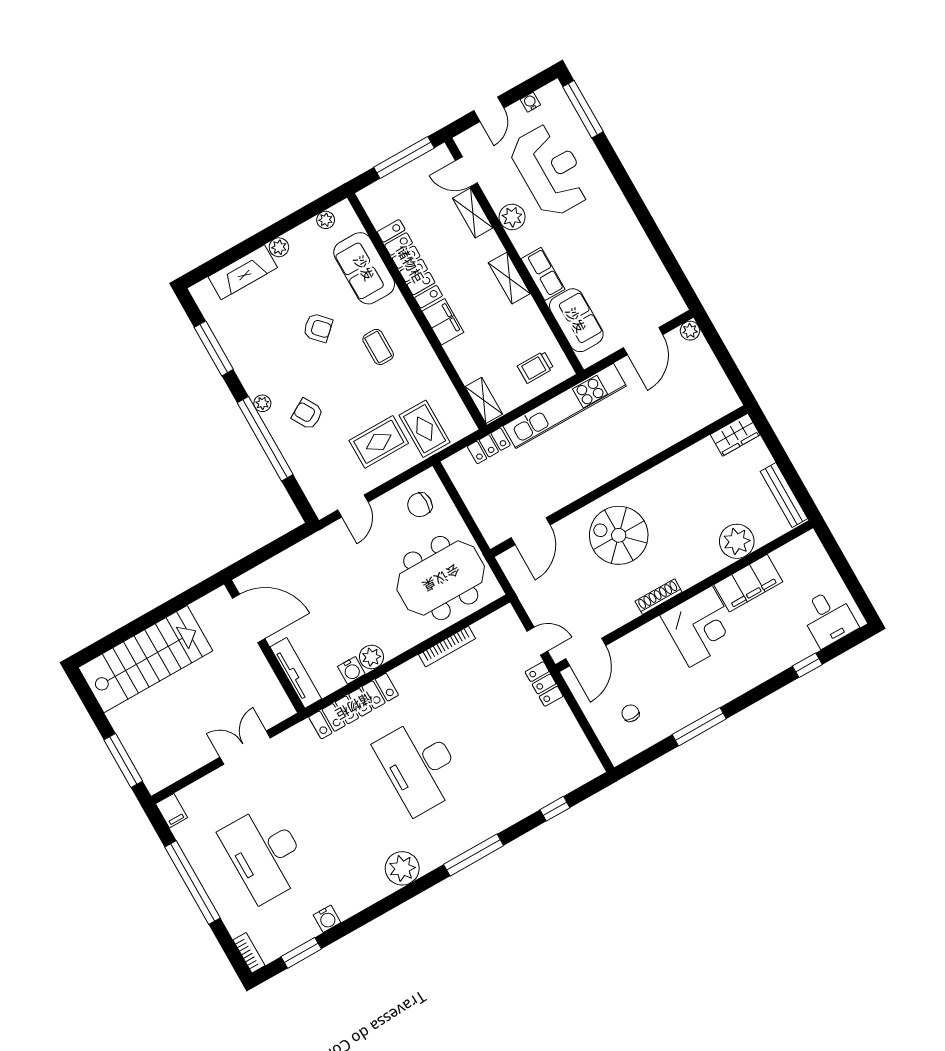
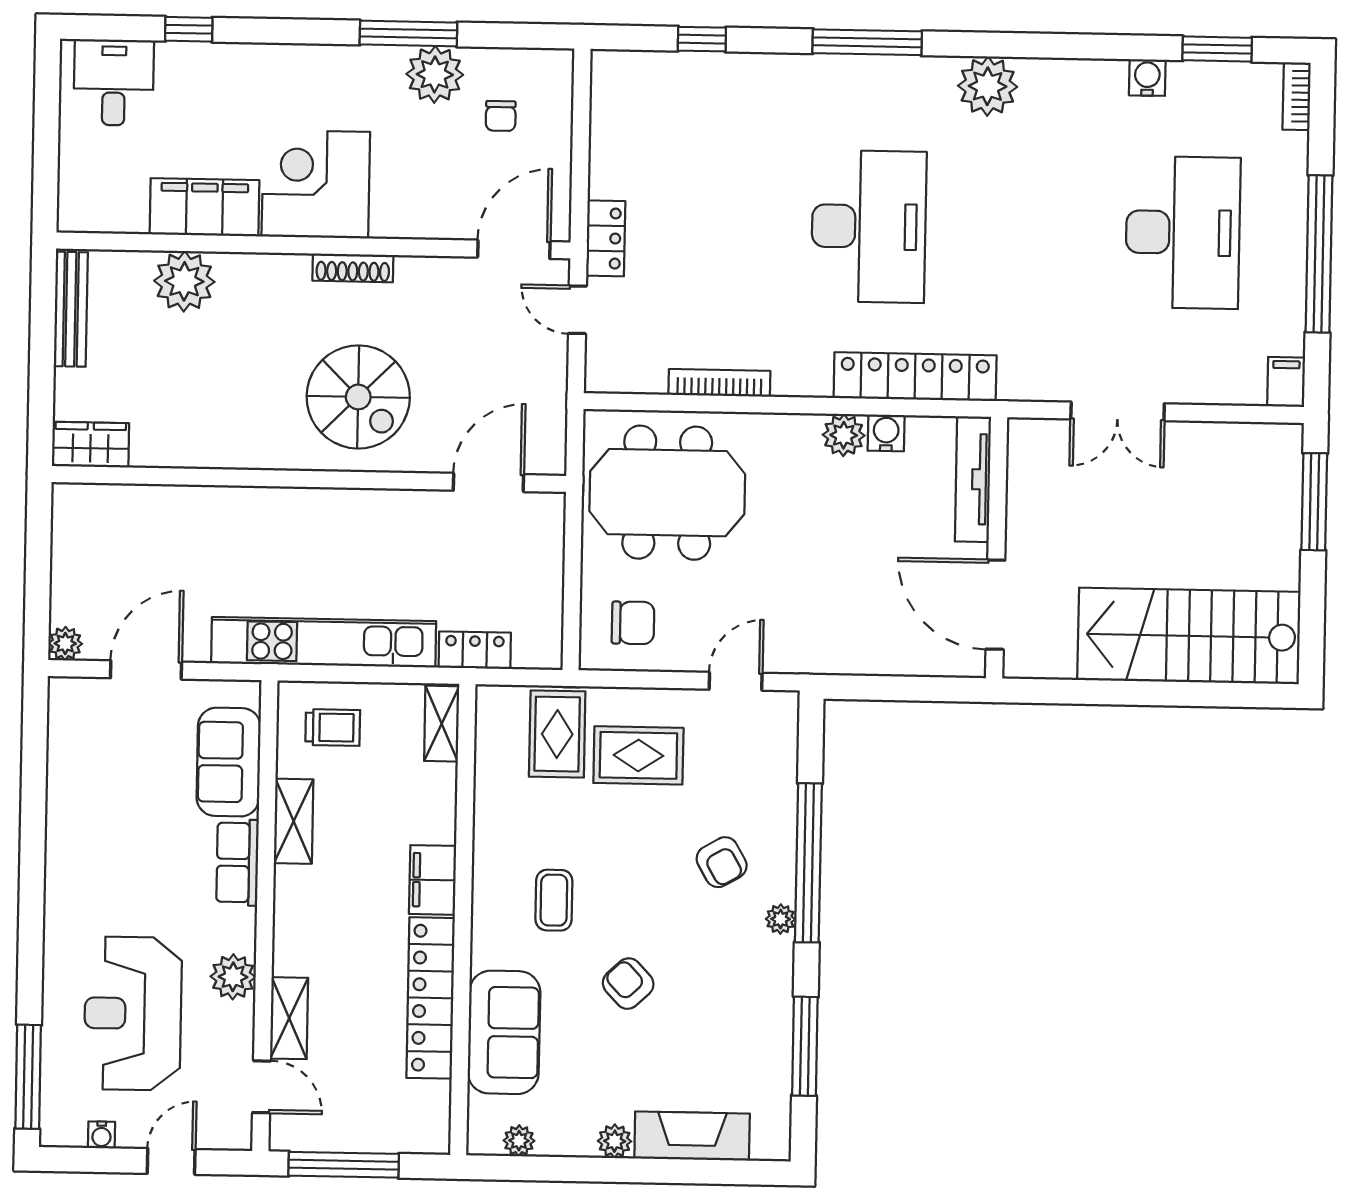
shelving: (509, 278) -> (294, 821), moved
plant: (675, 714) -> (435, 74), added

